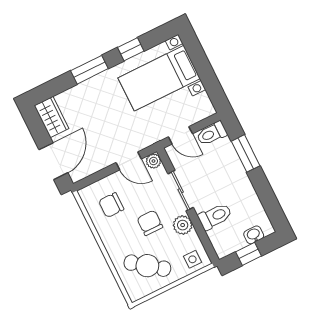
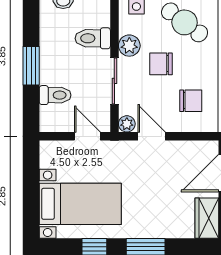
toilet: (212, 134) -> (55, 95), moved
window: (246, 153) -> (31, 66), moved
chair: (150, 223) -> (161, 64), turned 90

